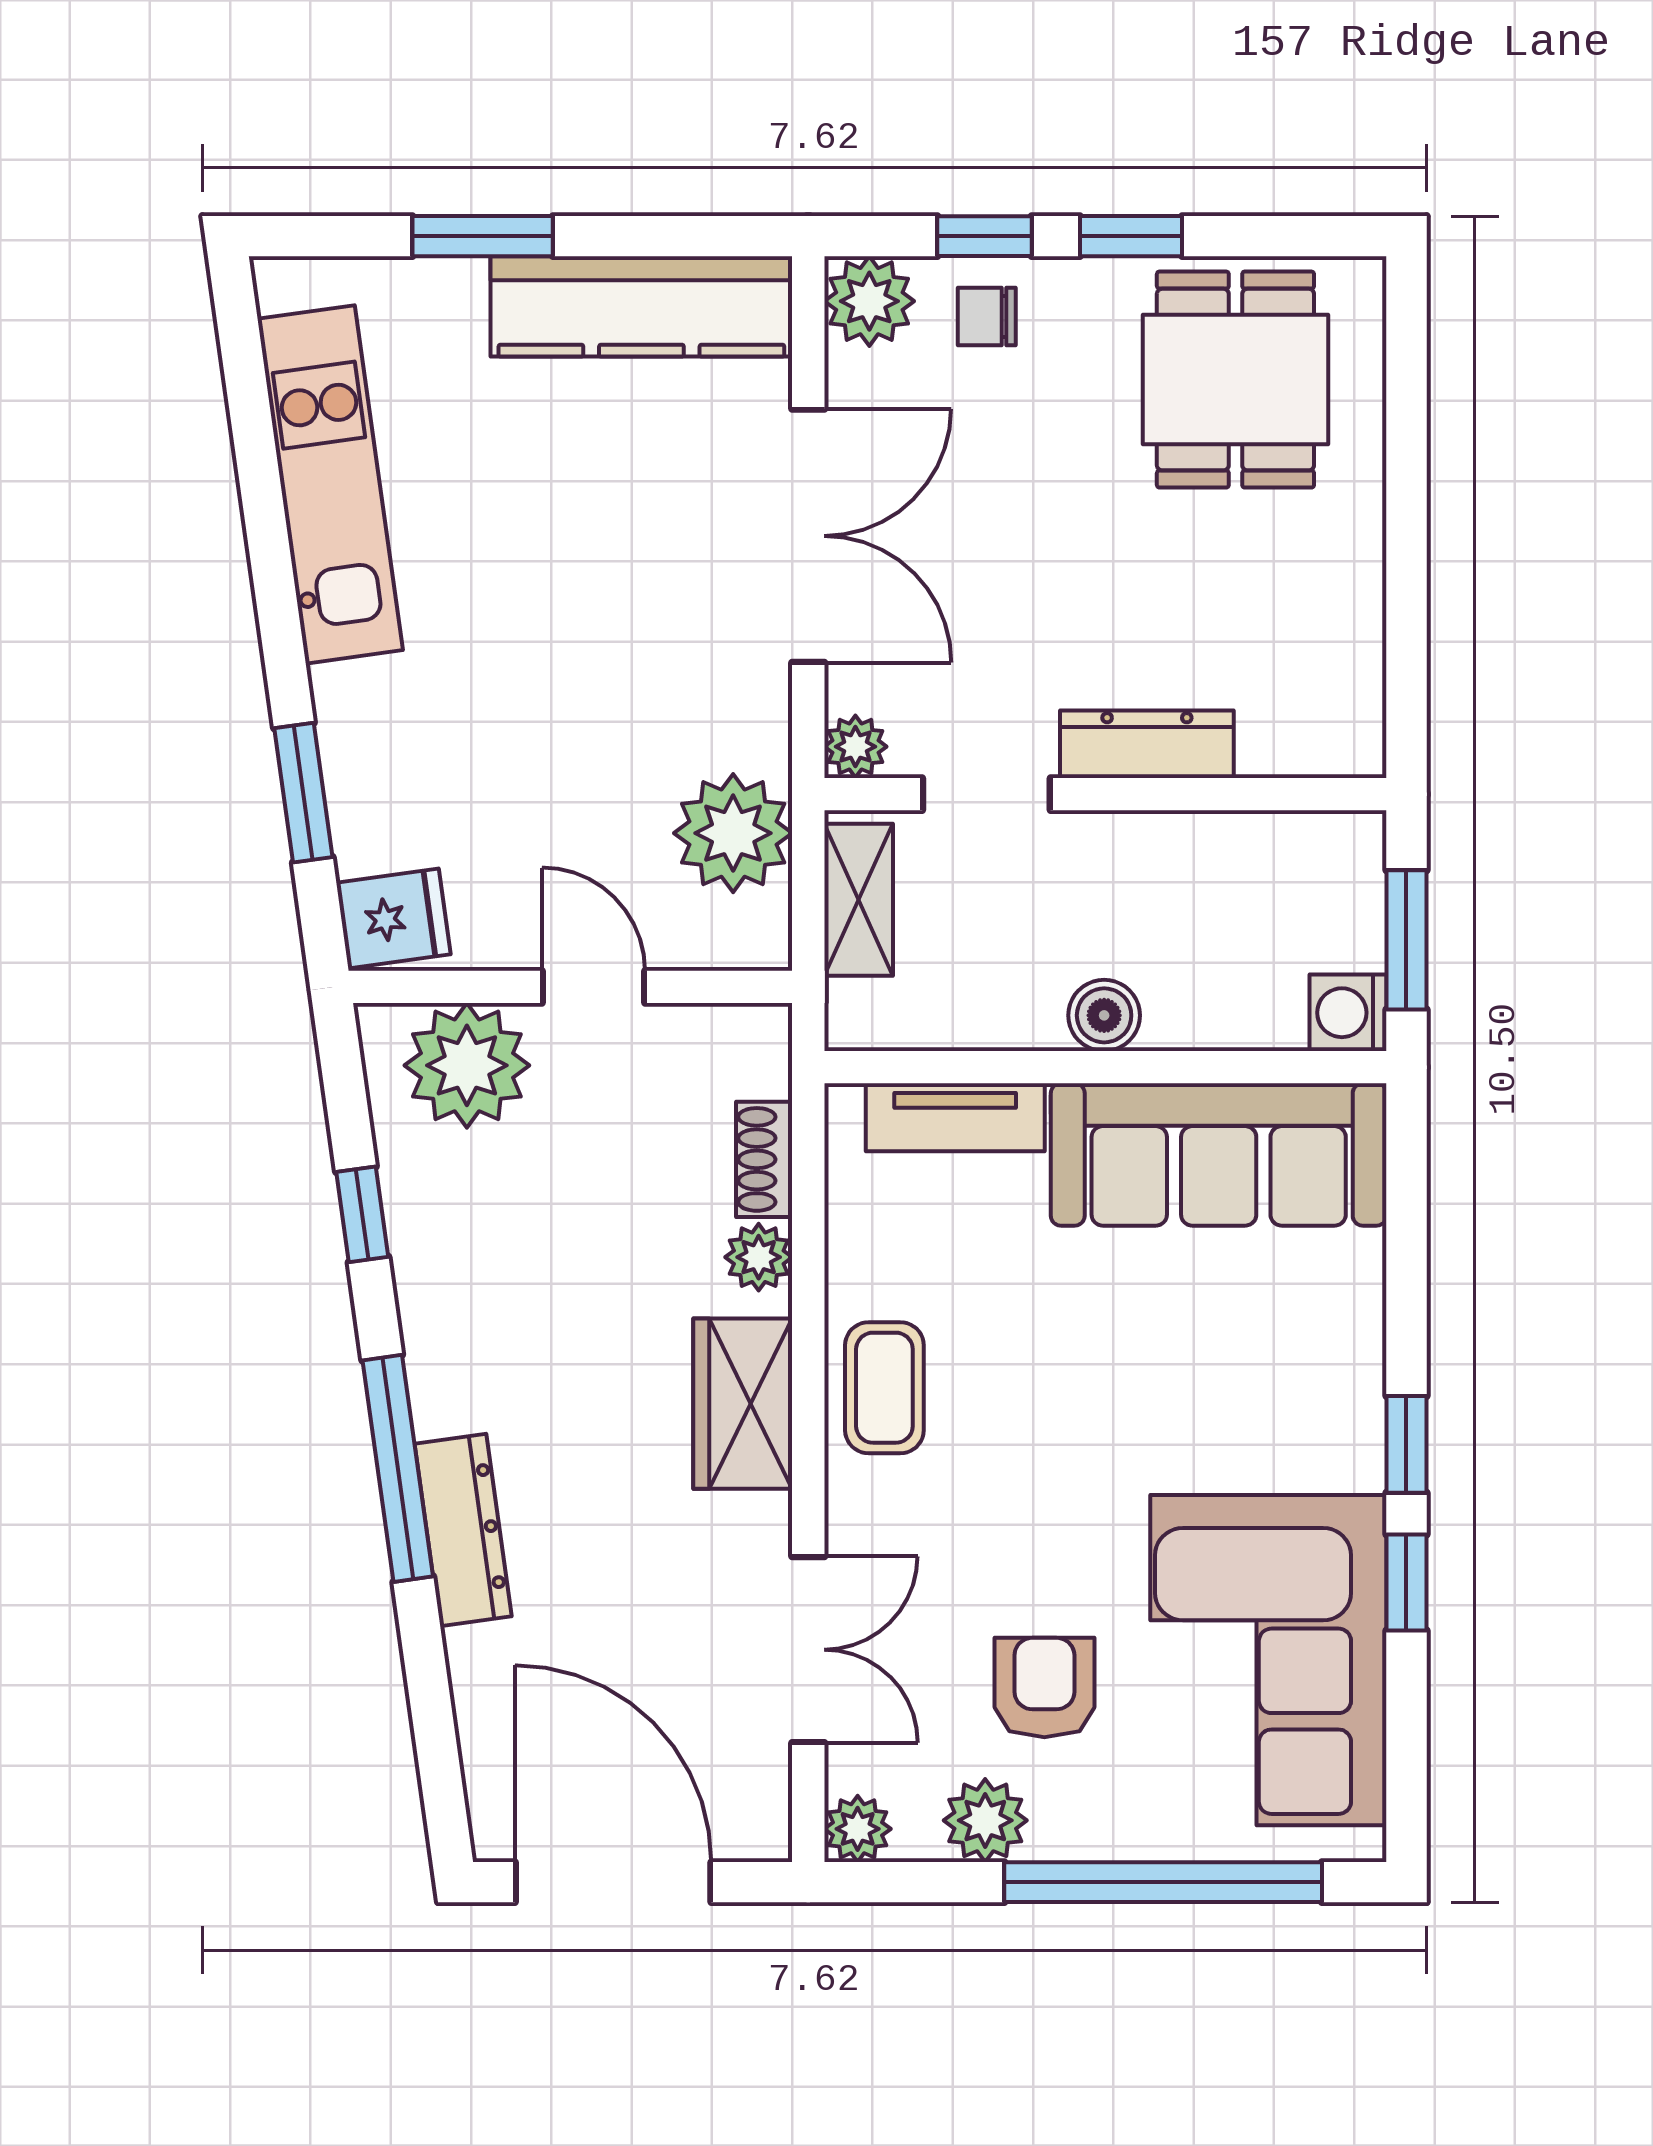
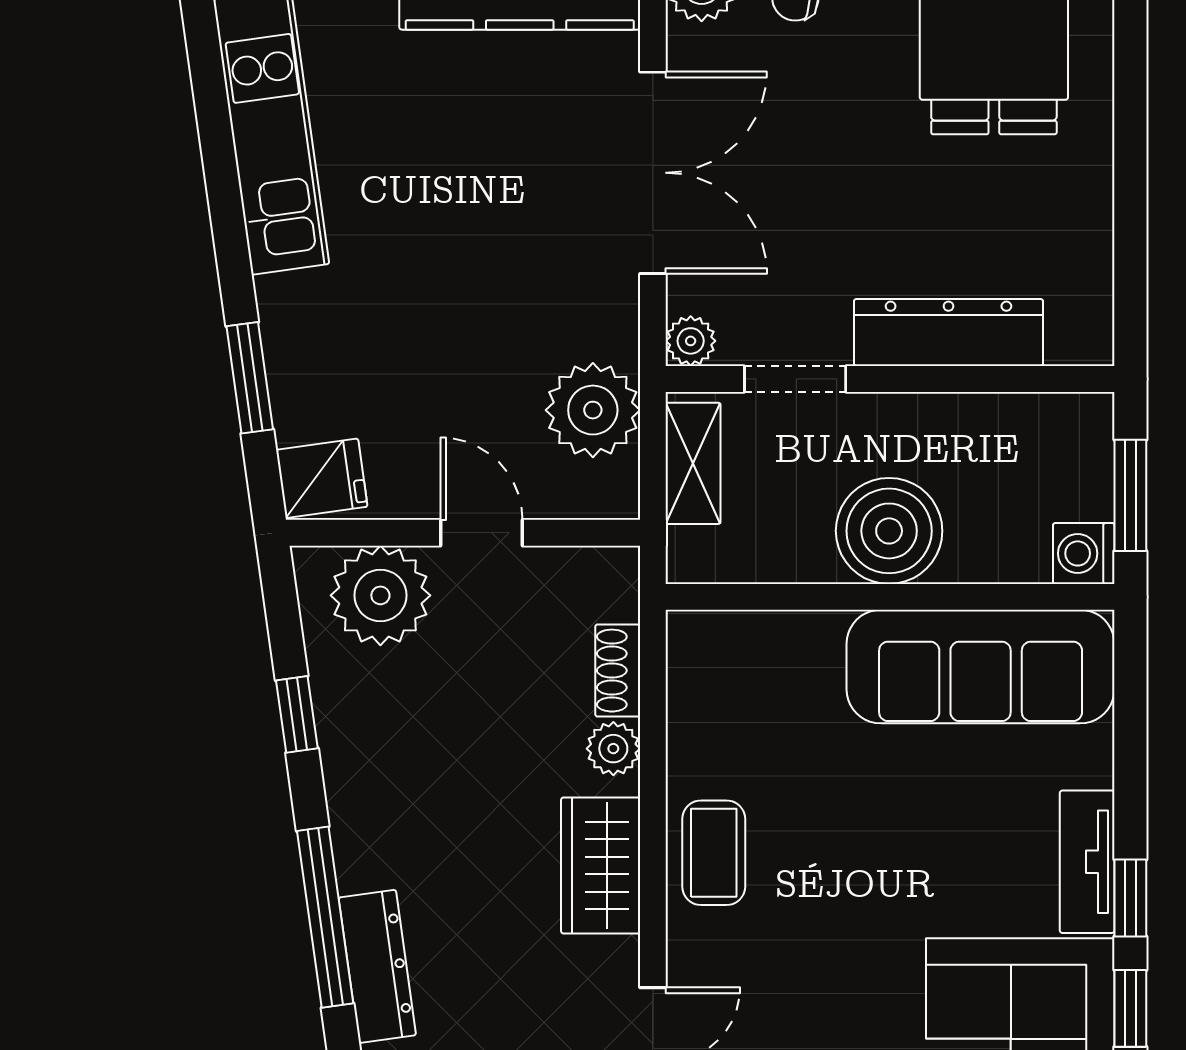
dresser: (1147, 744) -> (948, 332), width x1.37, depth x1.24
boiler: (1104, 1015) -> (889, 531), width x1.86, depth x1.86
tv unit: (955, 1117) -> (1087, 862), moved, turned 90

